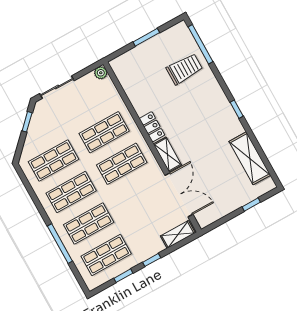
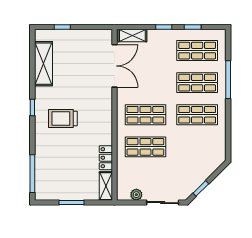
trolley: (184, 69) -> (63, 119), moved
plant: (101, 73) -> (136, 195), moved
locker: (152, 127) -> (106, 158), moved
shelving: (168, 155) -> (106, 186), moved
shop shelf: (54, 161) -> (197, 147), removed
double door: (179, 195) -> (114, 66), swing flipped

